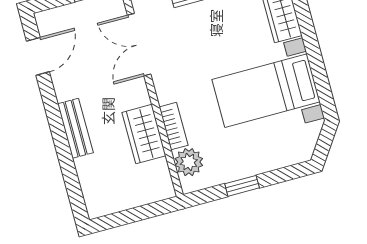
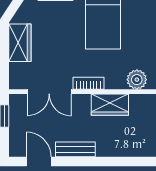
bookcase: (174, 126) -> (89, 83), moved
bench: (75, 128) -> (75, 149), moved

